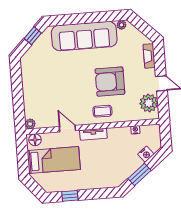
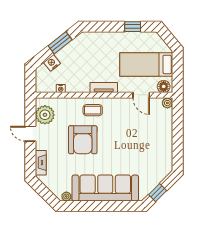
armchair: (110, 82) -> (83, 140), turned 90
door: (67, 129) -> (141, 95), moved

